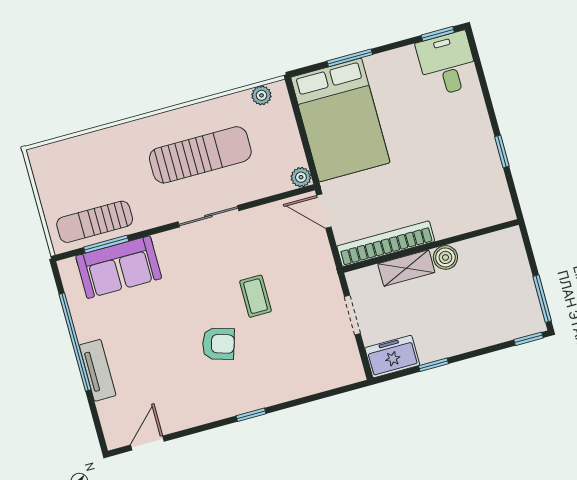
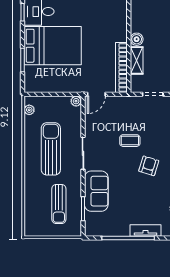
bed: (340, 120) -> (53, 46), moved
sun lounger: (95, 222) -> (59, 204), moved
sofa: (119, 267) -> (96, 191), moved

